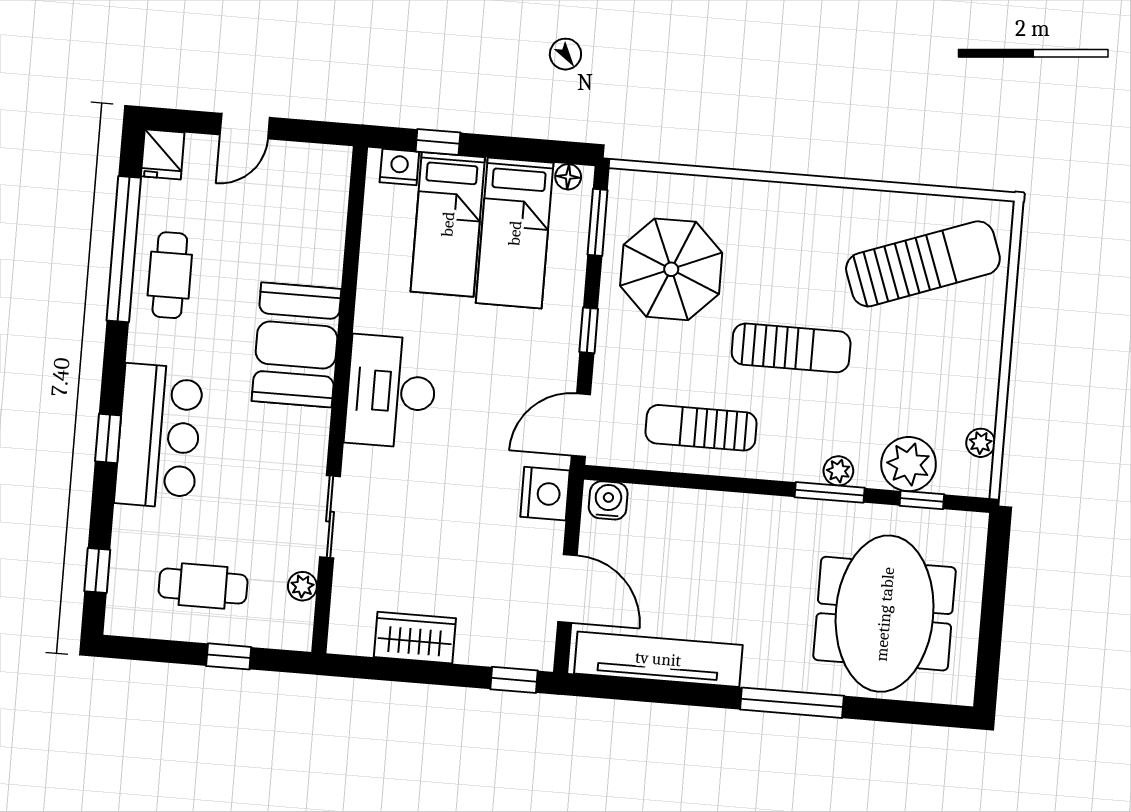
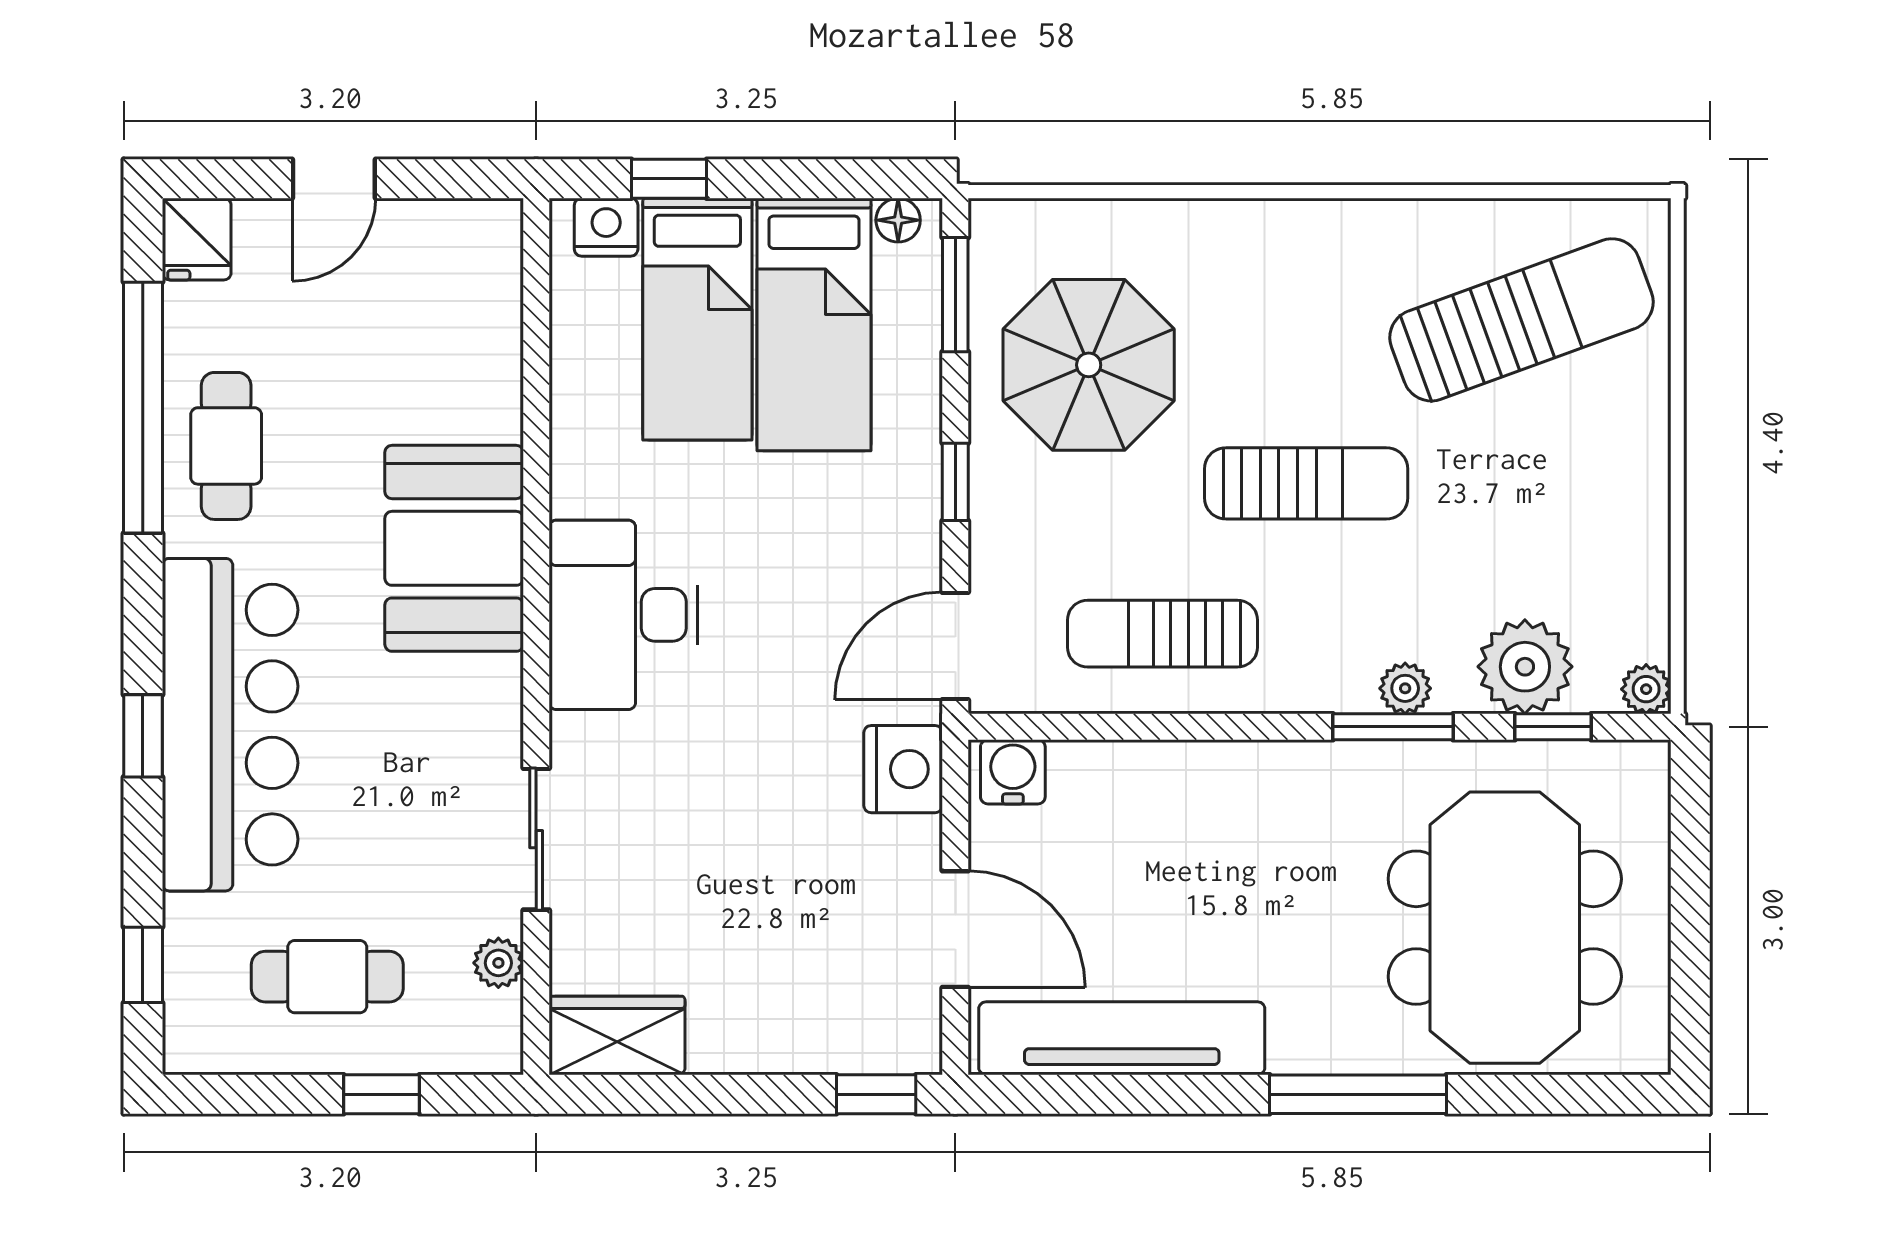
bar counter: (159, 436) -> (230, 725), width x1.36
plant: (981, 443) -> (1646, 689), moved
wardrobe: (415, 638) -> (617, 1035), moved

